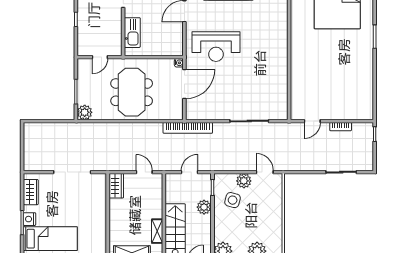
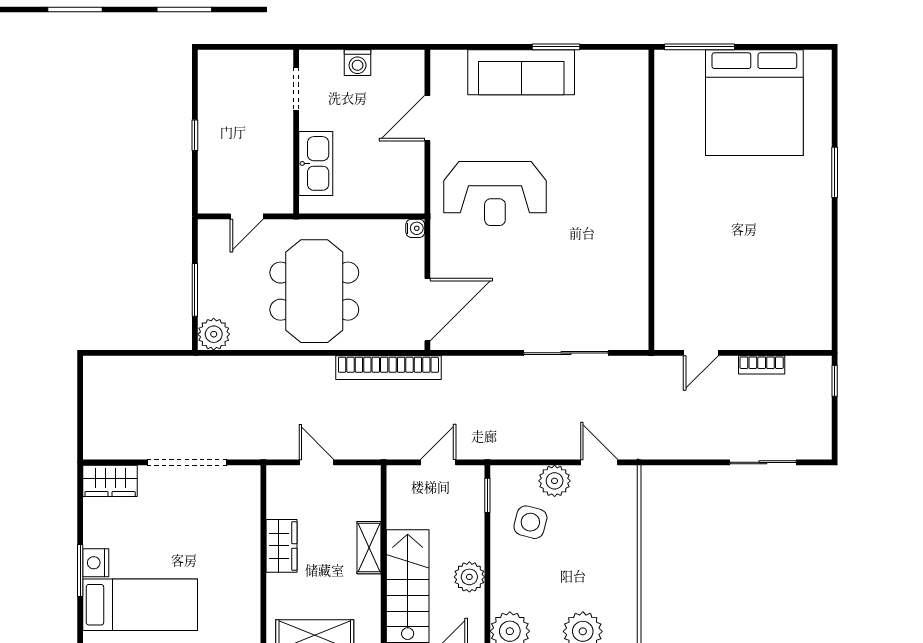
door: (184, 84) -> (427, 310), moved
bookcase: (188, 128) -> (388, 368), moved
door: (144, 172) -> (317, 462), moved
wardrobe: (116, 186) -> (281, 546), moved
wardrobe: (31, 192) -> (110, 481), moved, turned 90
plant: (204, 207) -> (469, 577), moved
shelving: (157, 231) -> (369, 548), moved

